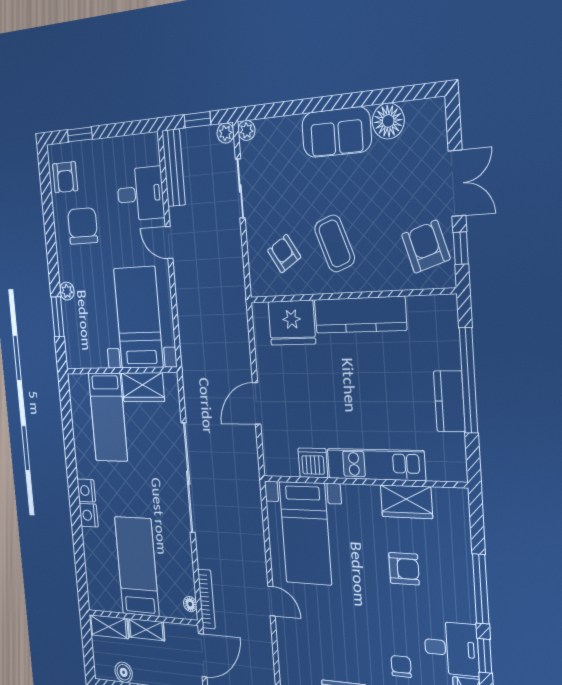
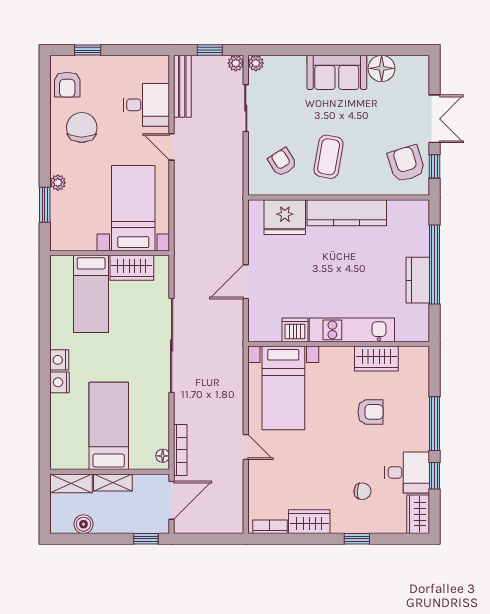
coffee table: (335, 243) -> (329, 157), turned 30
chair: (401, 666) -> (362, 491), turned 94

